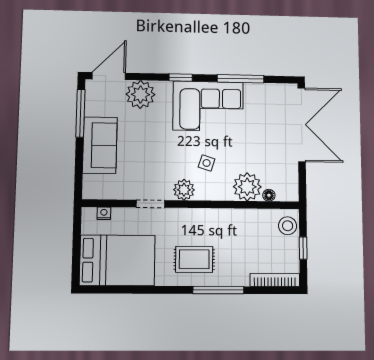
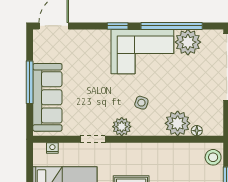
window: (240, 79) -> (172, 26), width x1.46
plant: (140, 94) -> (188, 42), moved
window: (80, 113) -> (30, 82), moved
sofa: (100, 145) -> (47, 97), width x1.36

